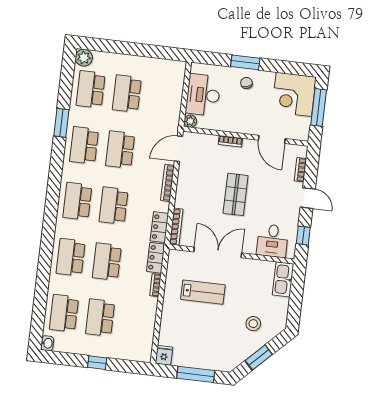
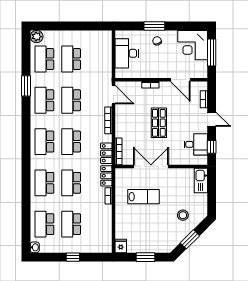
plant: (190, 121) -> (120, 74), removed
door: (179, 149) -> (113, 95), swing flipped
desk: (272, 241) -> (196, 144), moved, turned -90
window: (196, 374) -> (145, 257), width x0.69

